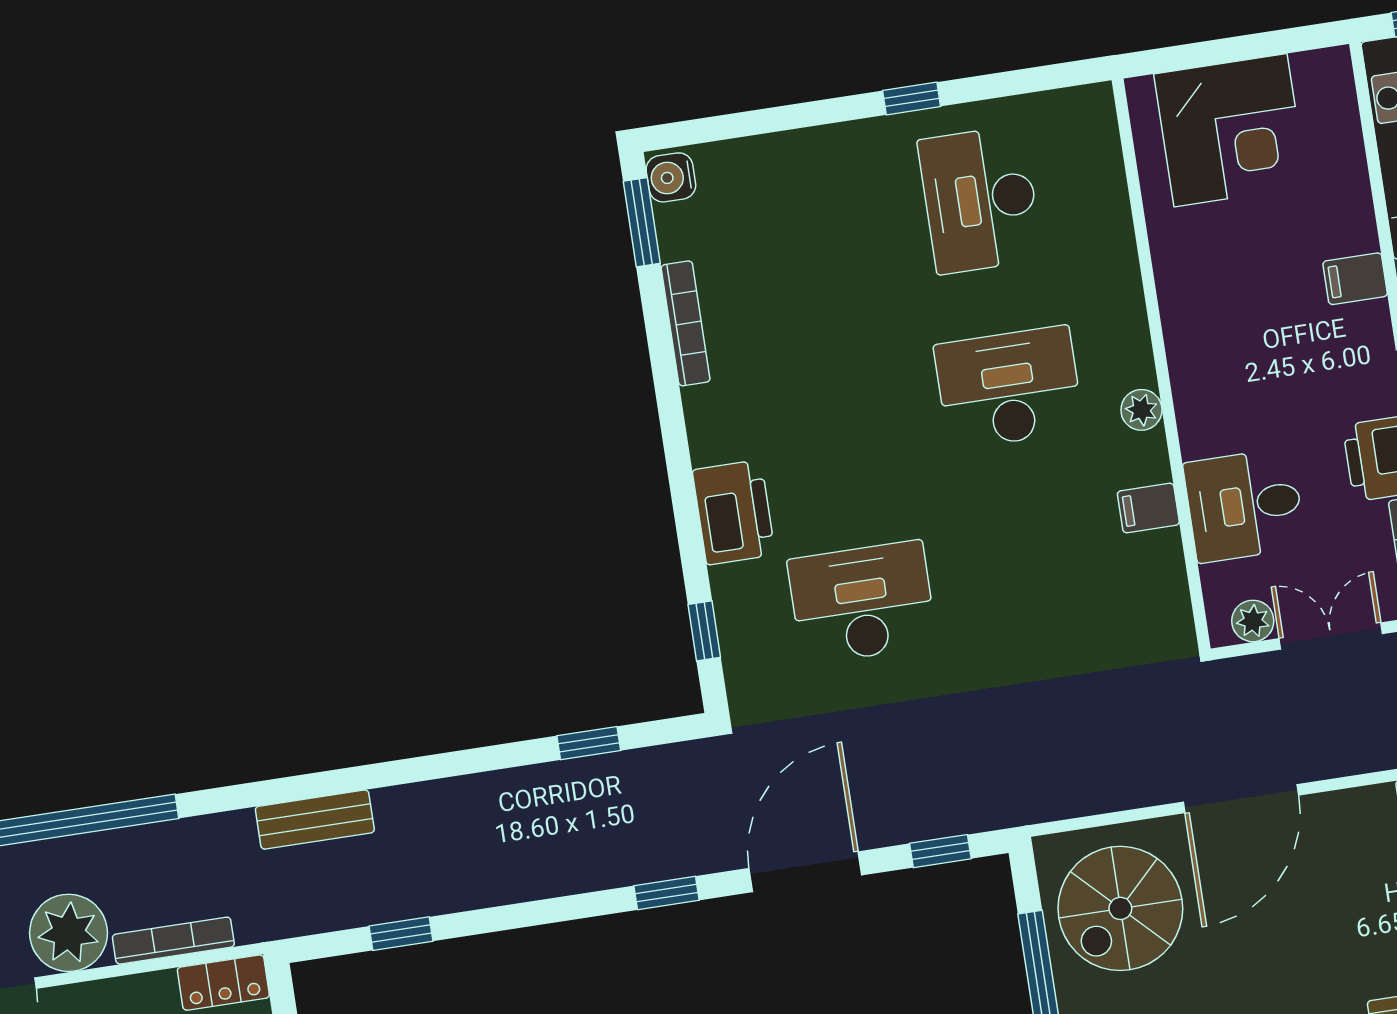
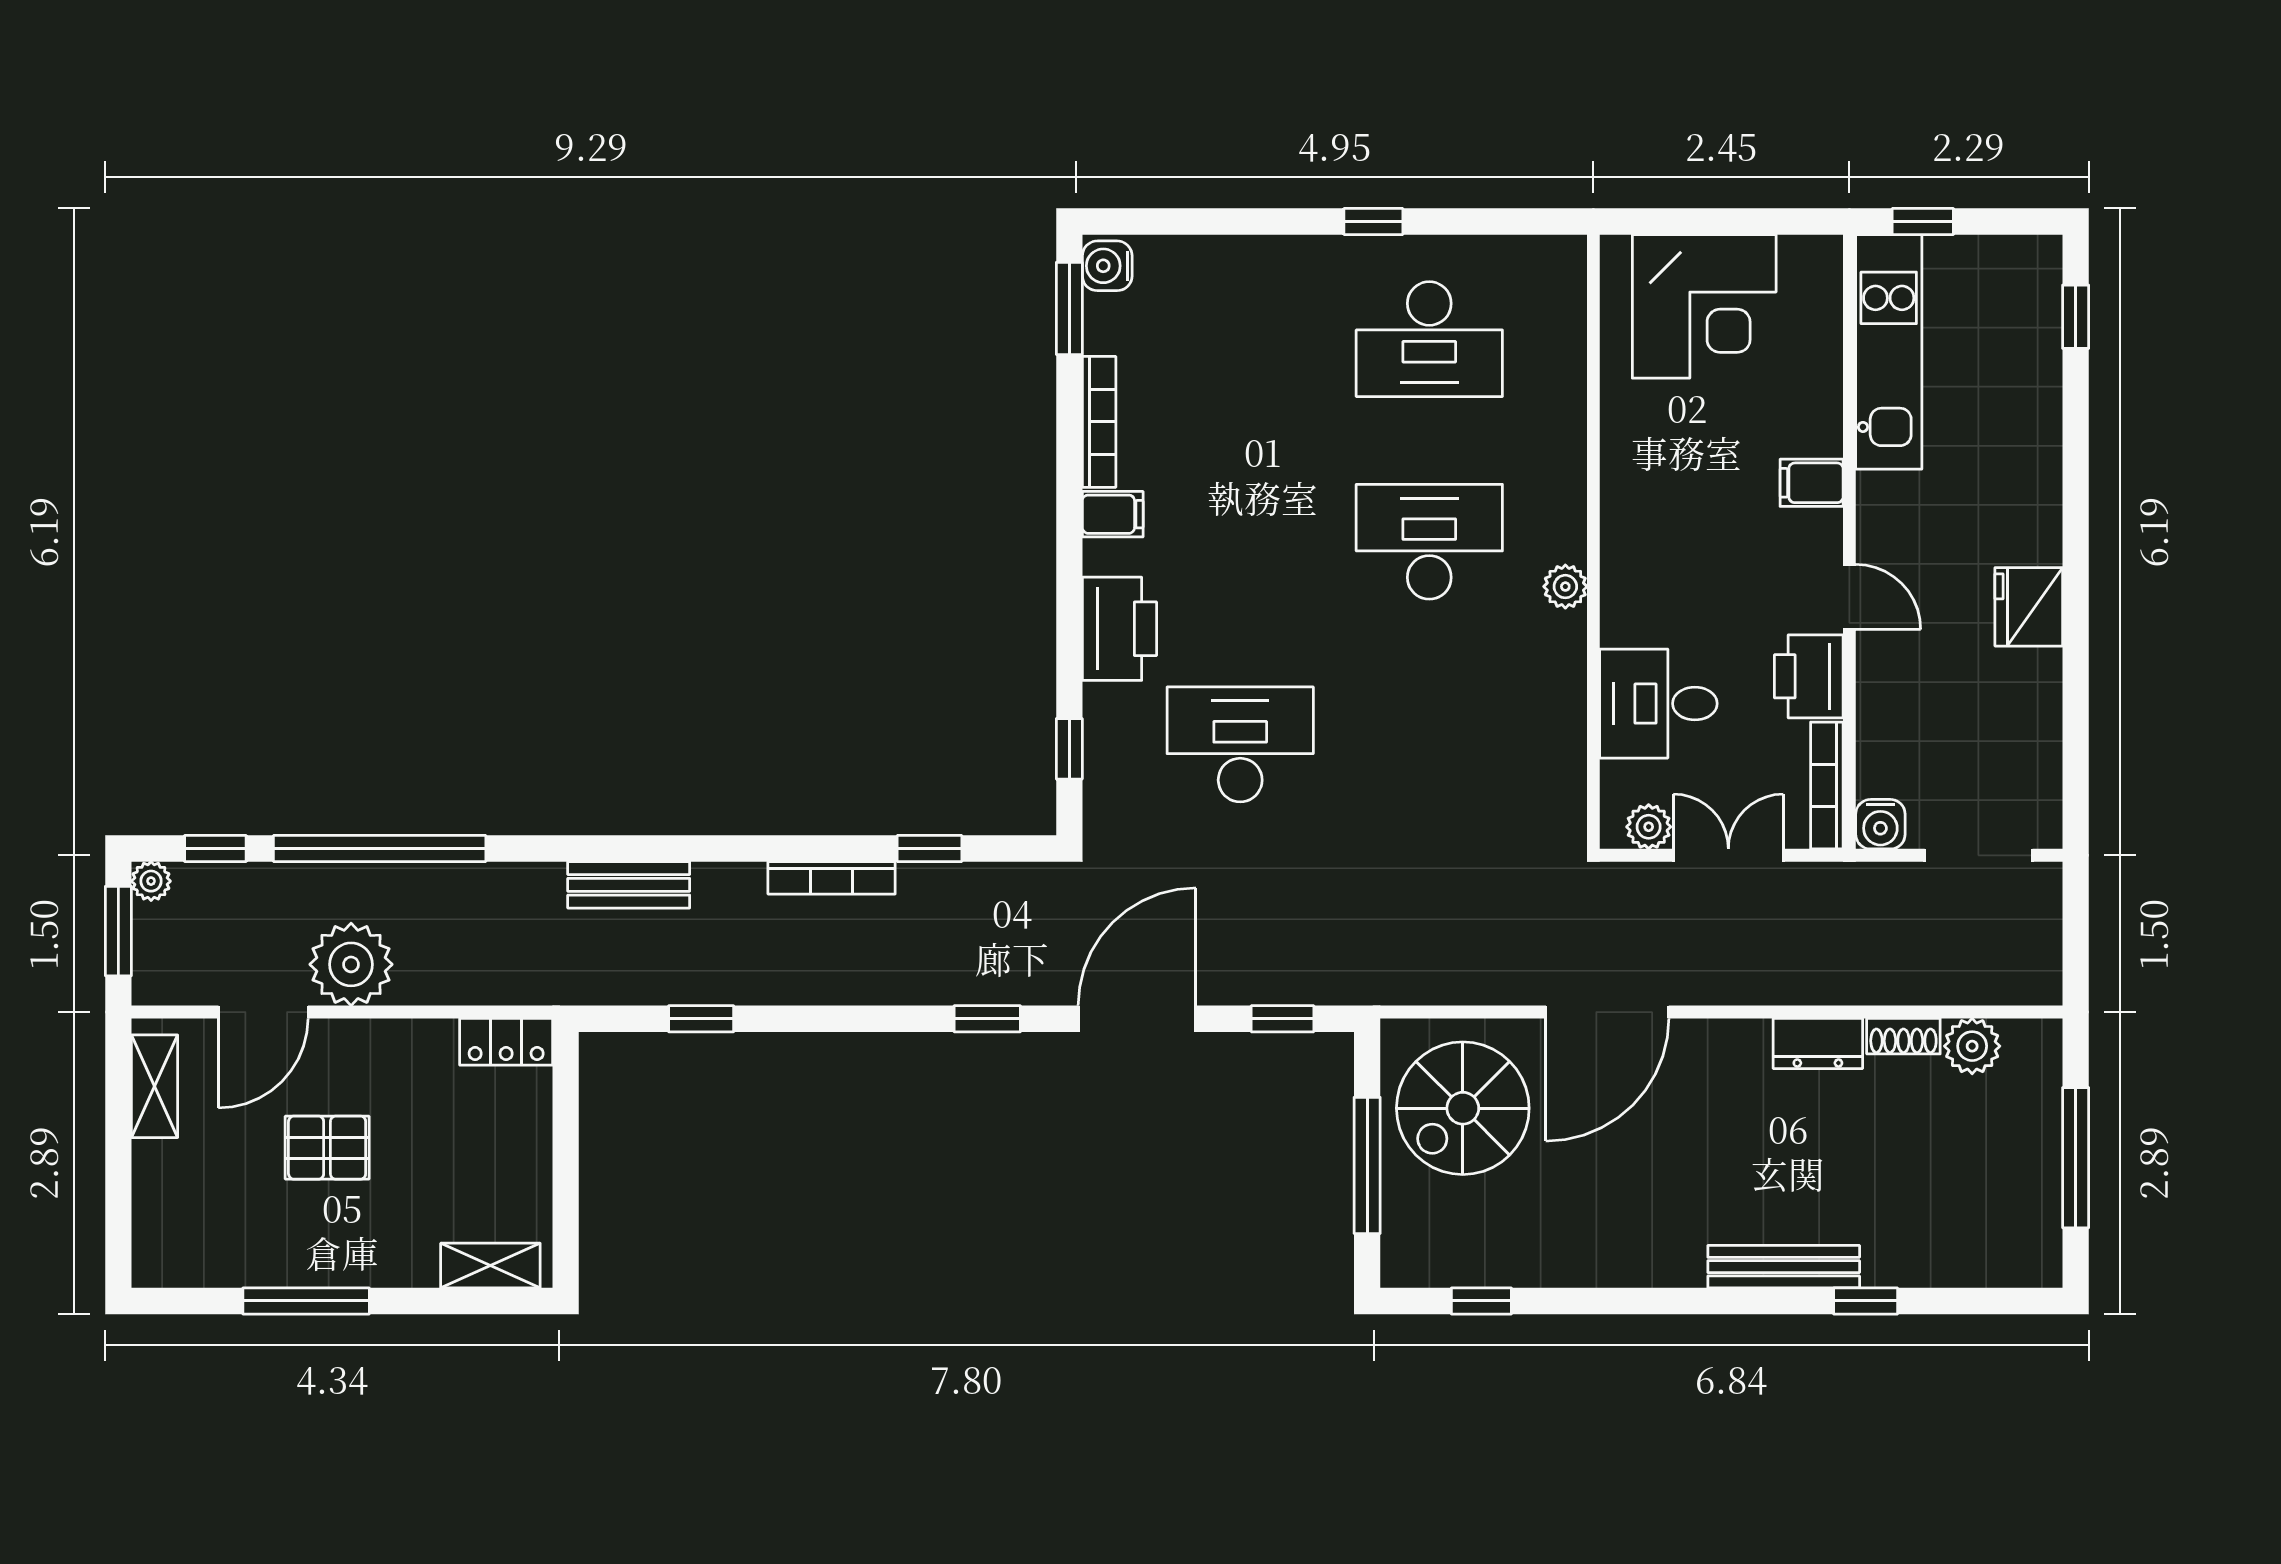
desk: (980, 200) -> (1429, 339), turned -90
filing cabinet: (1148, 508) -> (1113, 514), moved, turned 180
bookcase: (173, 941) -> (832, 878), moved, turned 180

